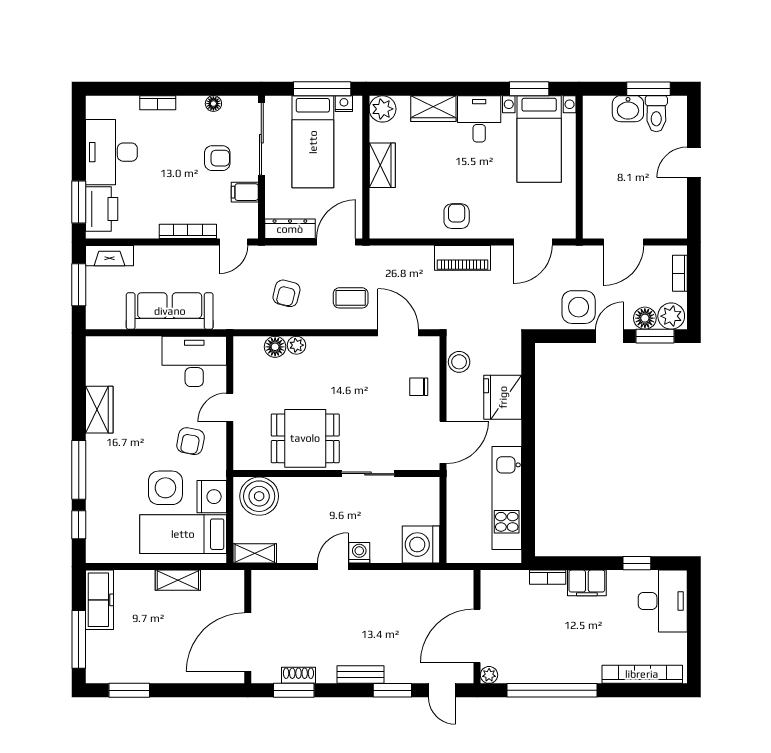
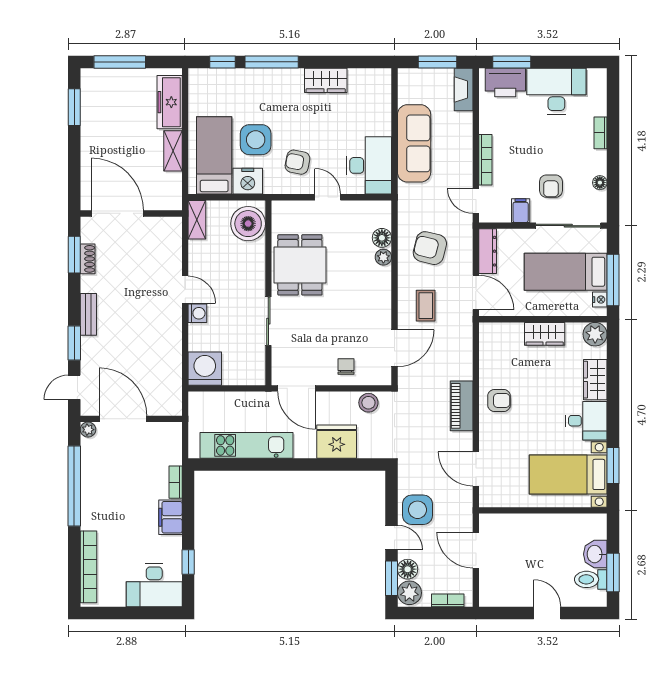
armchair: (286, 293) -> (430, 248), width x1.38, depth x1.38
freezer: (99, 600) -> (170, 102), moved, turned 90

